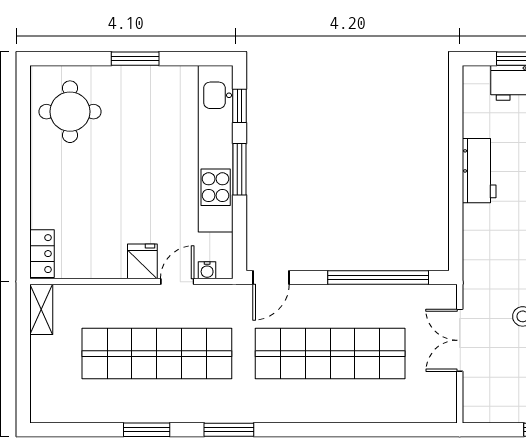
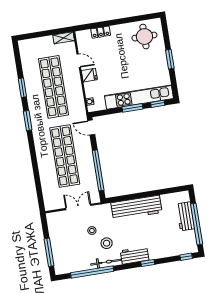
workbench: (479, 171) -> (136, 208), width x1.88, depth x1.32
locker: (42, 254) -> (101, 32), moved
door: (177, 282) -> (79, 61), moved

